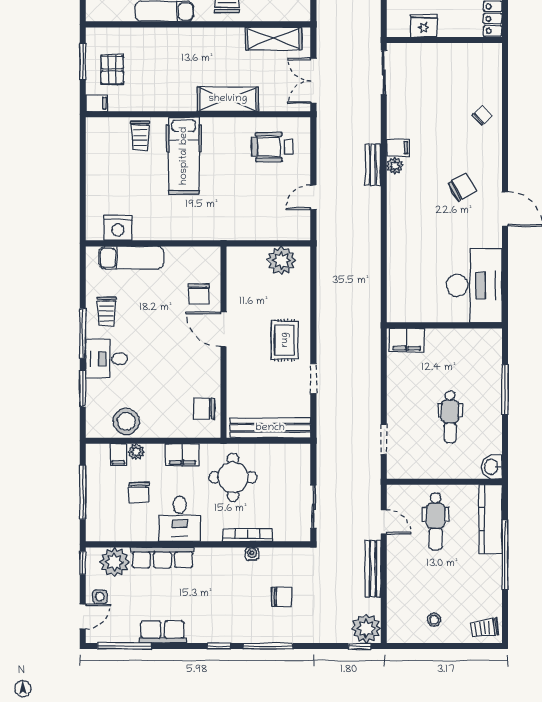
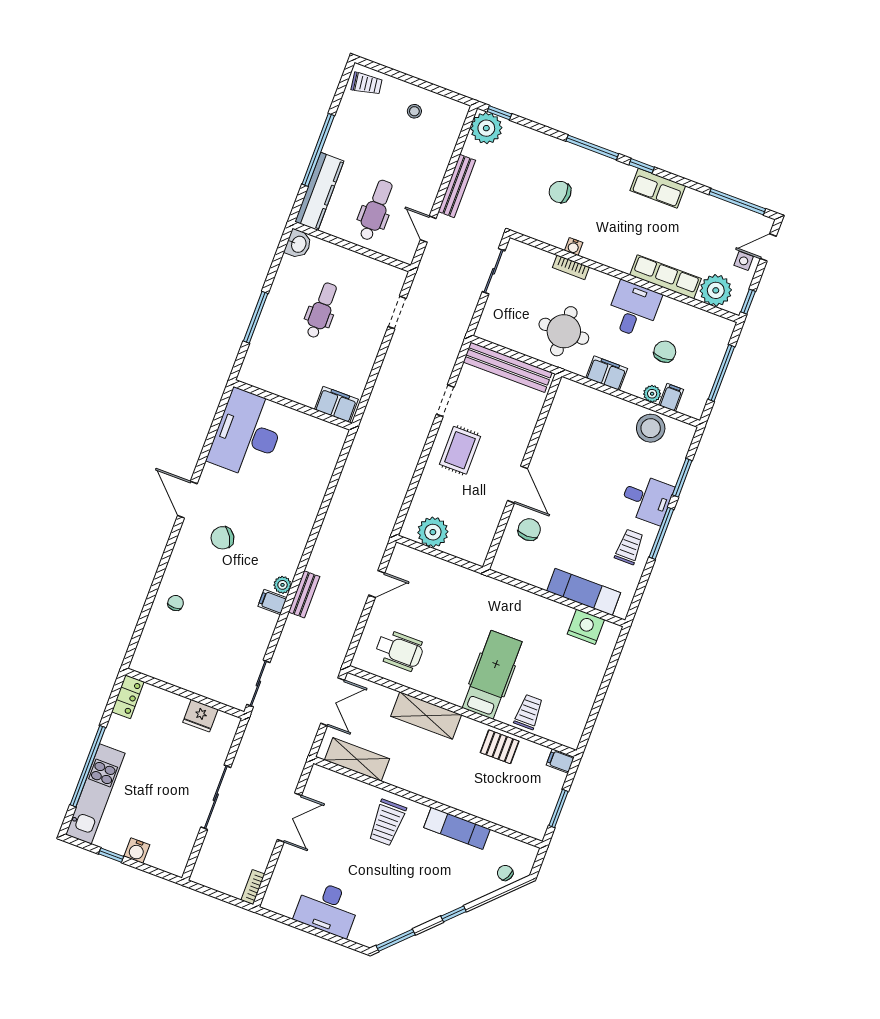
pallet: (112, 70) -> (500, 747), moved, turned 90
chair: (482, 115) -> (176, 603), turned 134
chair: (204, 409) -> (567, 412), removed
bookcase: (248, 535) -> (571, 267), width x0.64
row of seats: (163, 632) -> (658, 188), moved

